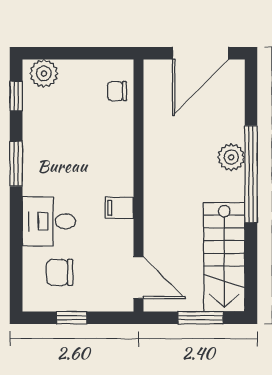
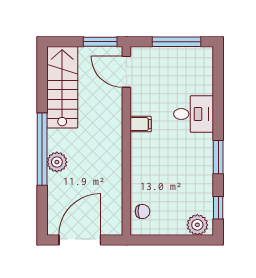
chair: (60, 272) -> (185, 76), removed
window: (72, 318) -> (177, 42), width x2.17
window: (201, 318) -> (100, 42), moved

